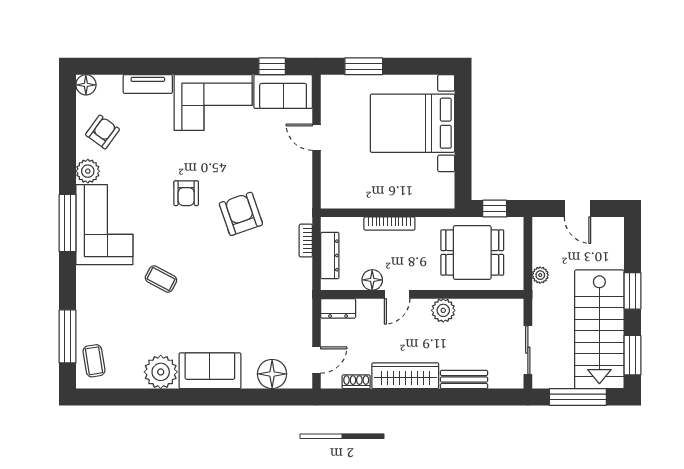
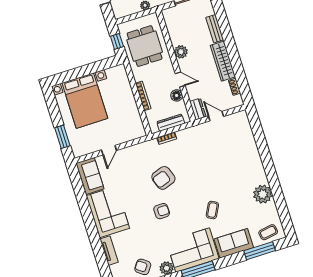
window: (272, 66) -> (78, 186), removed
door: (317, 360) -> (216, 116), moved
sofa: (210, 371) -> (234, 243), moved, turned 90
floor lamp: (272, 374) -> (245, 134), removed

